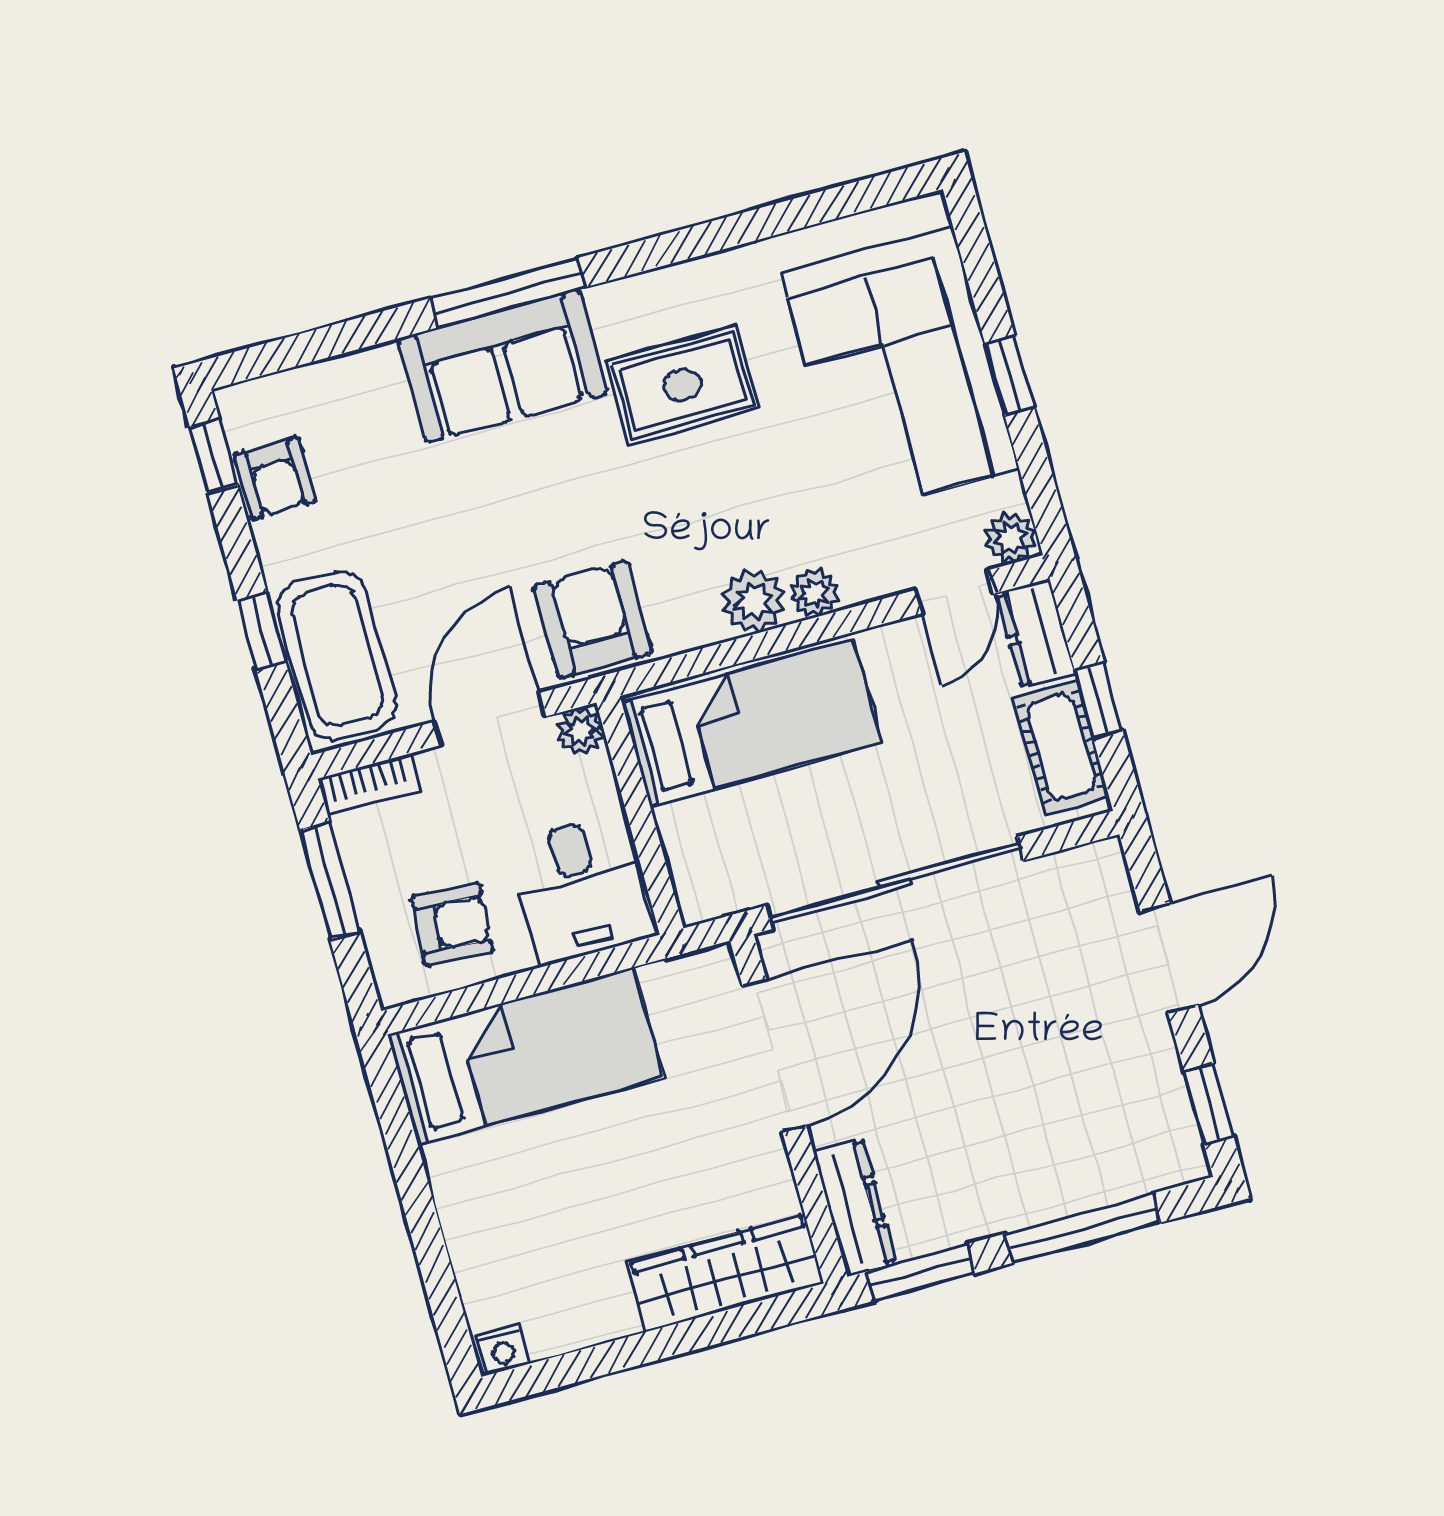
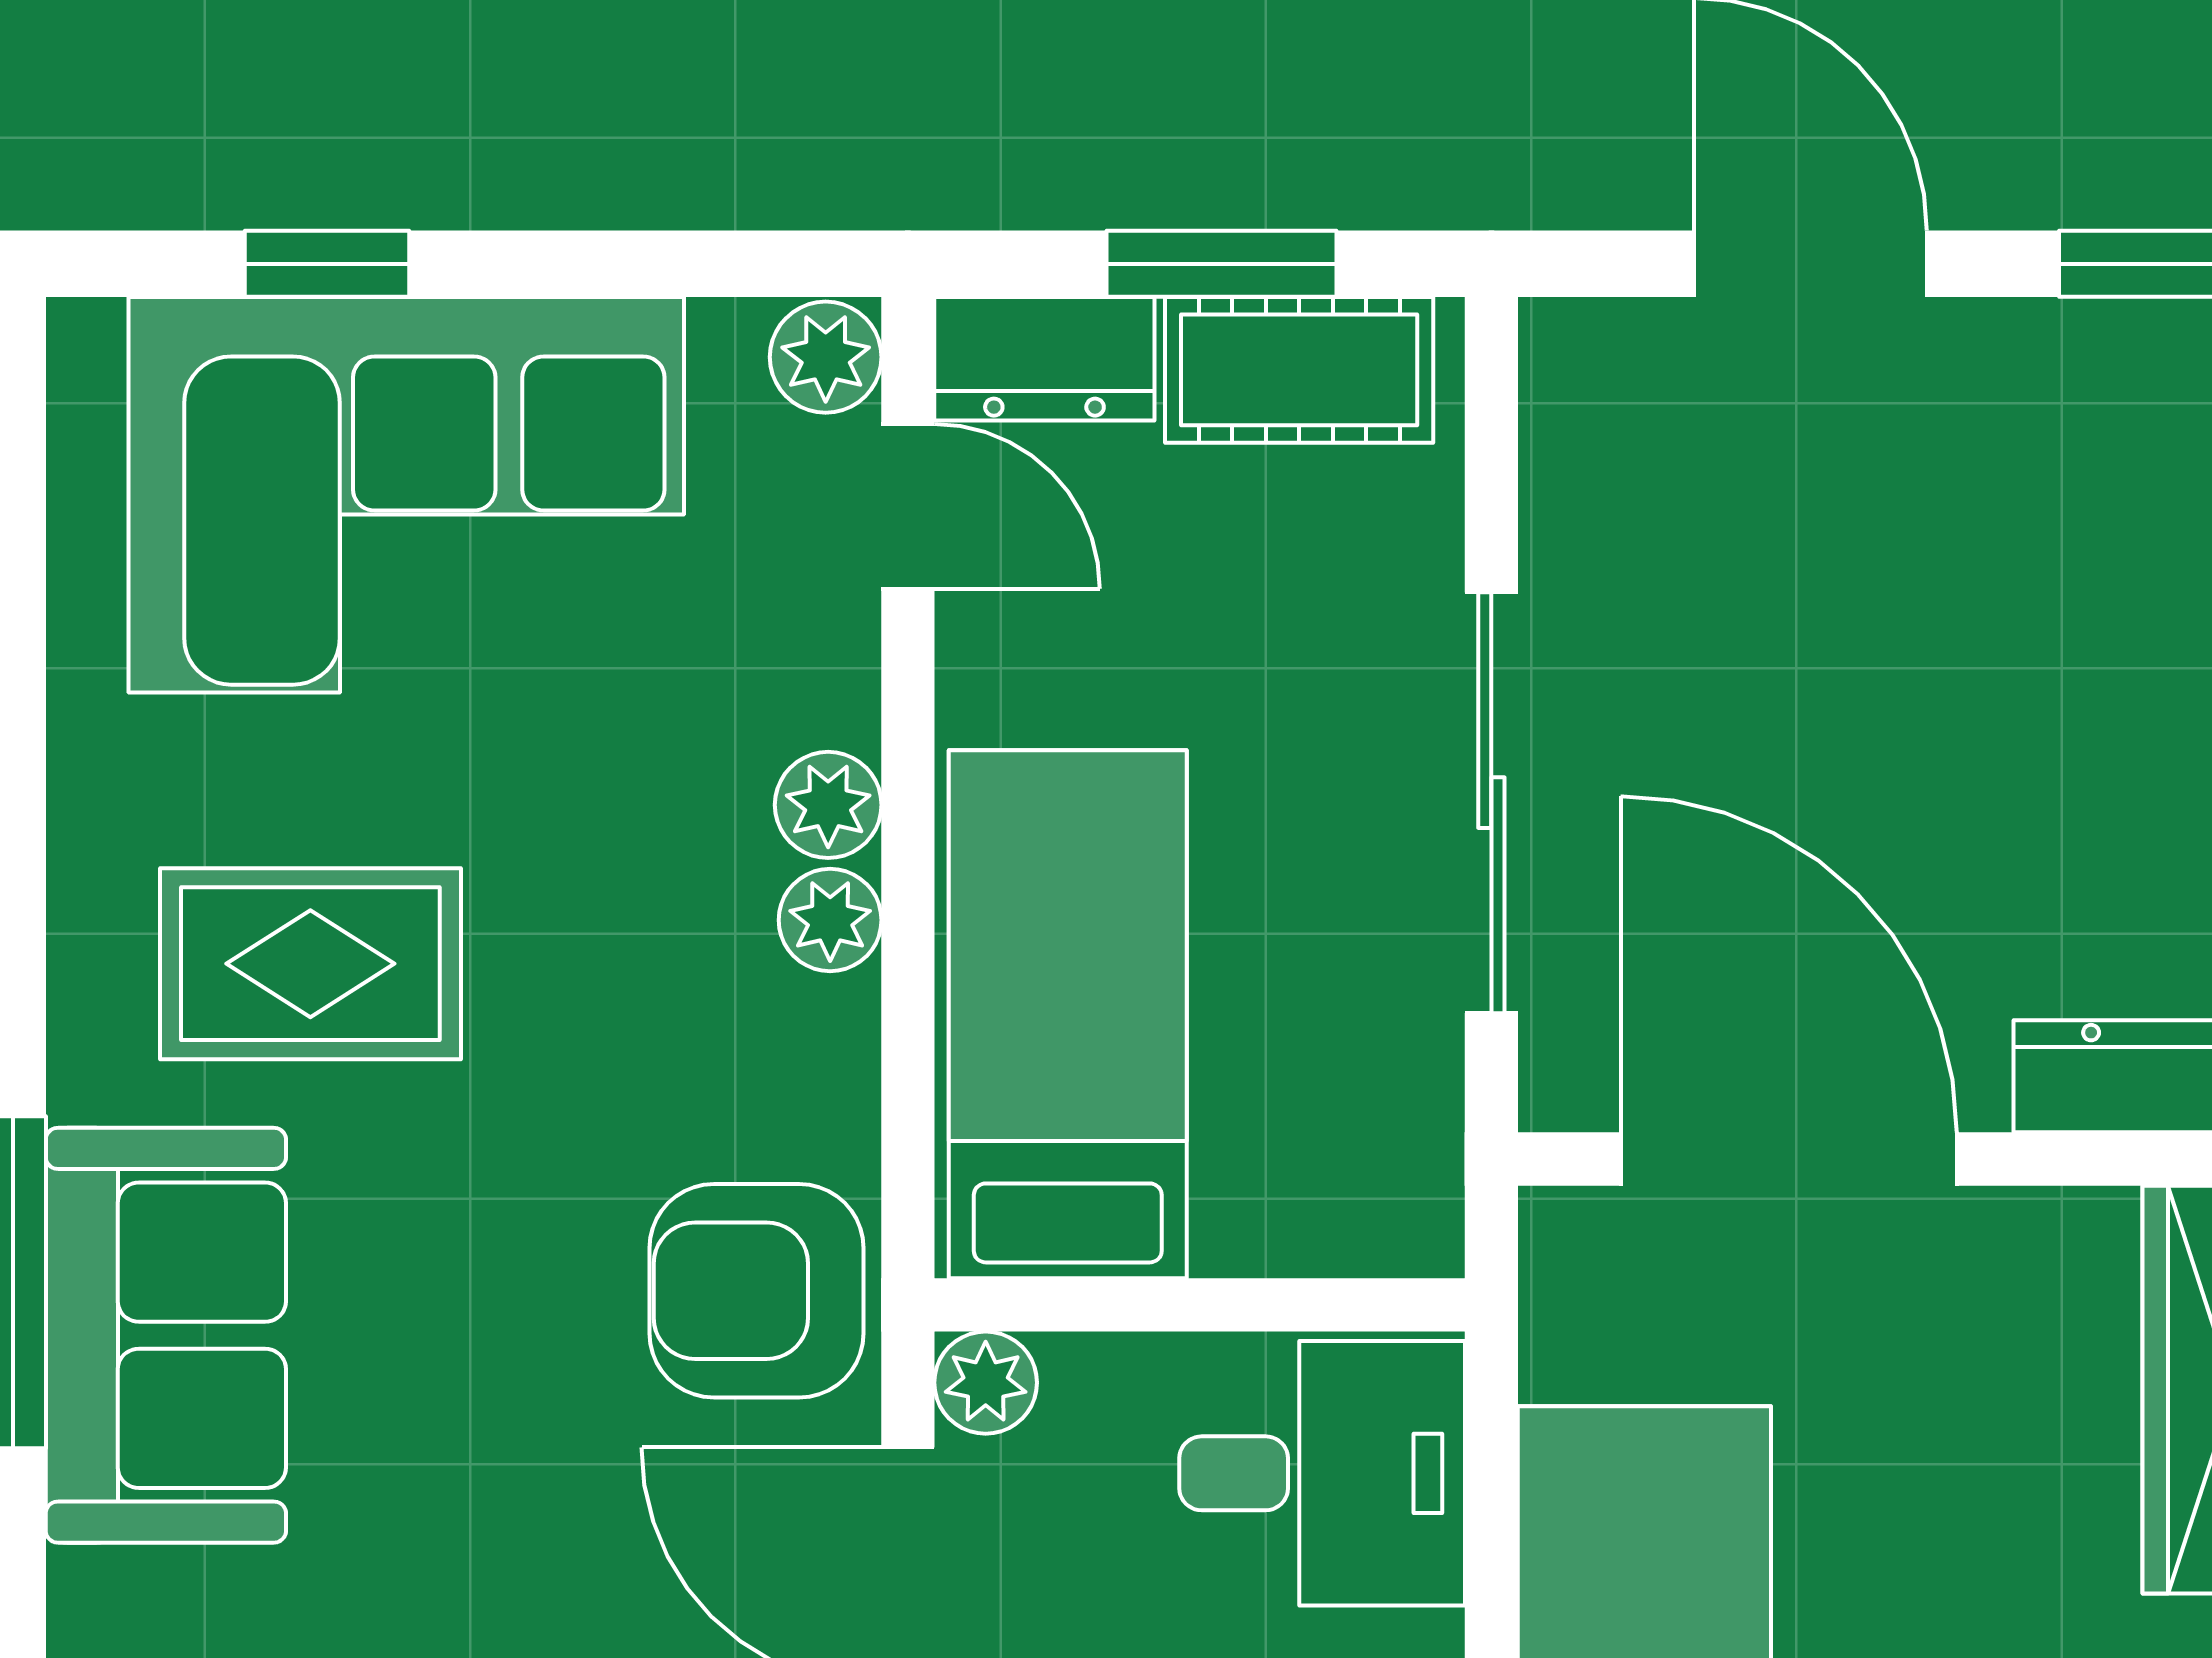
window: (1010, 375) -> (327, 264), moved
rug: (683, 385) -> (310, 964), turned 90
plant: (753, 601) -> (830, 920), width x0.73, depth x0.73
window: (1098, 700) -> (1221, 264), width x1.50
sliding door: (895, 883) -> (1491, 803), width x0.73

